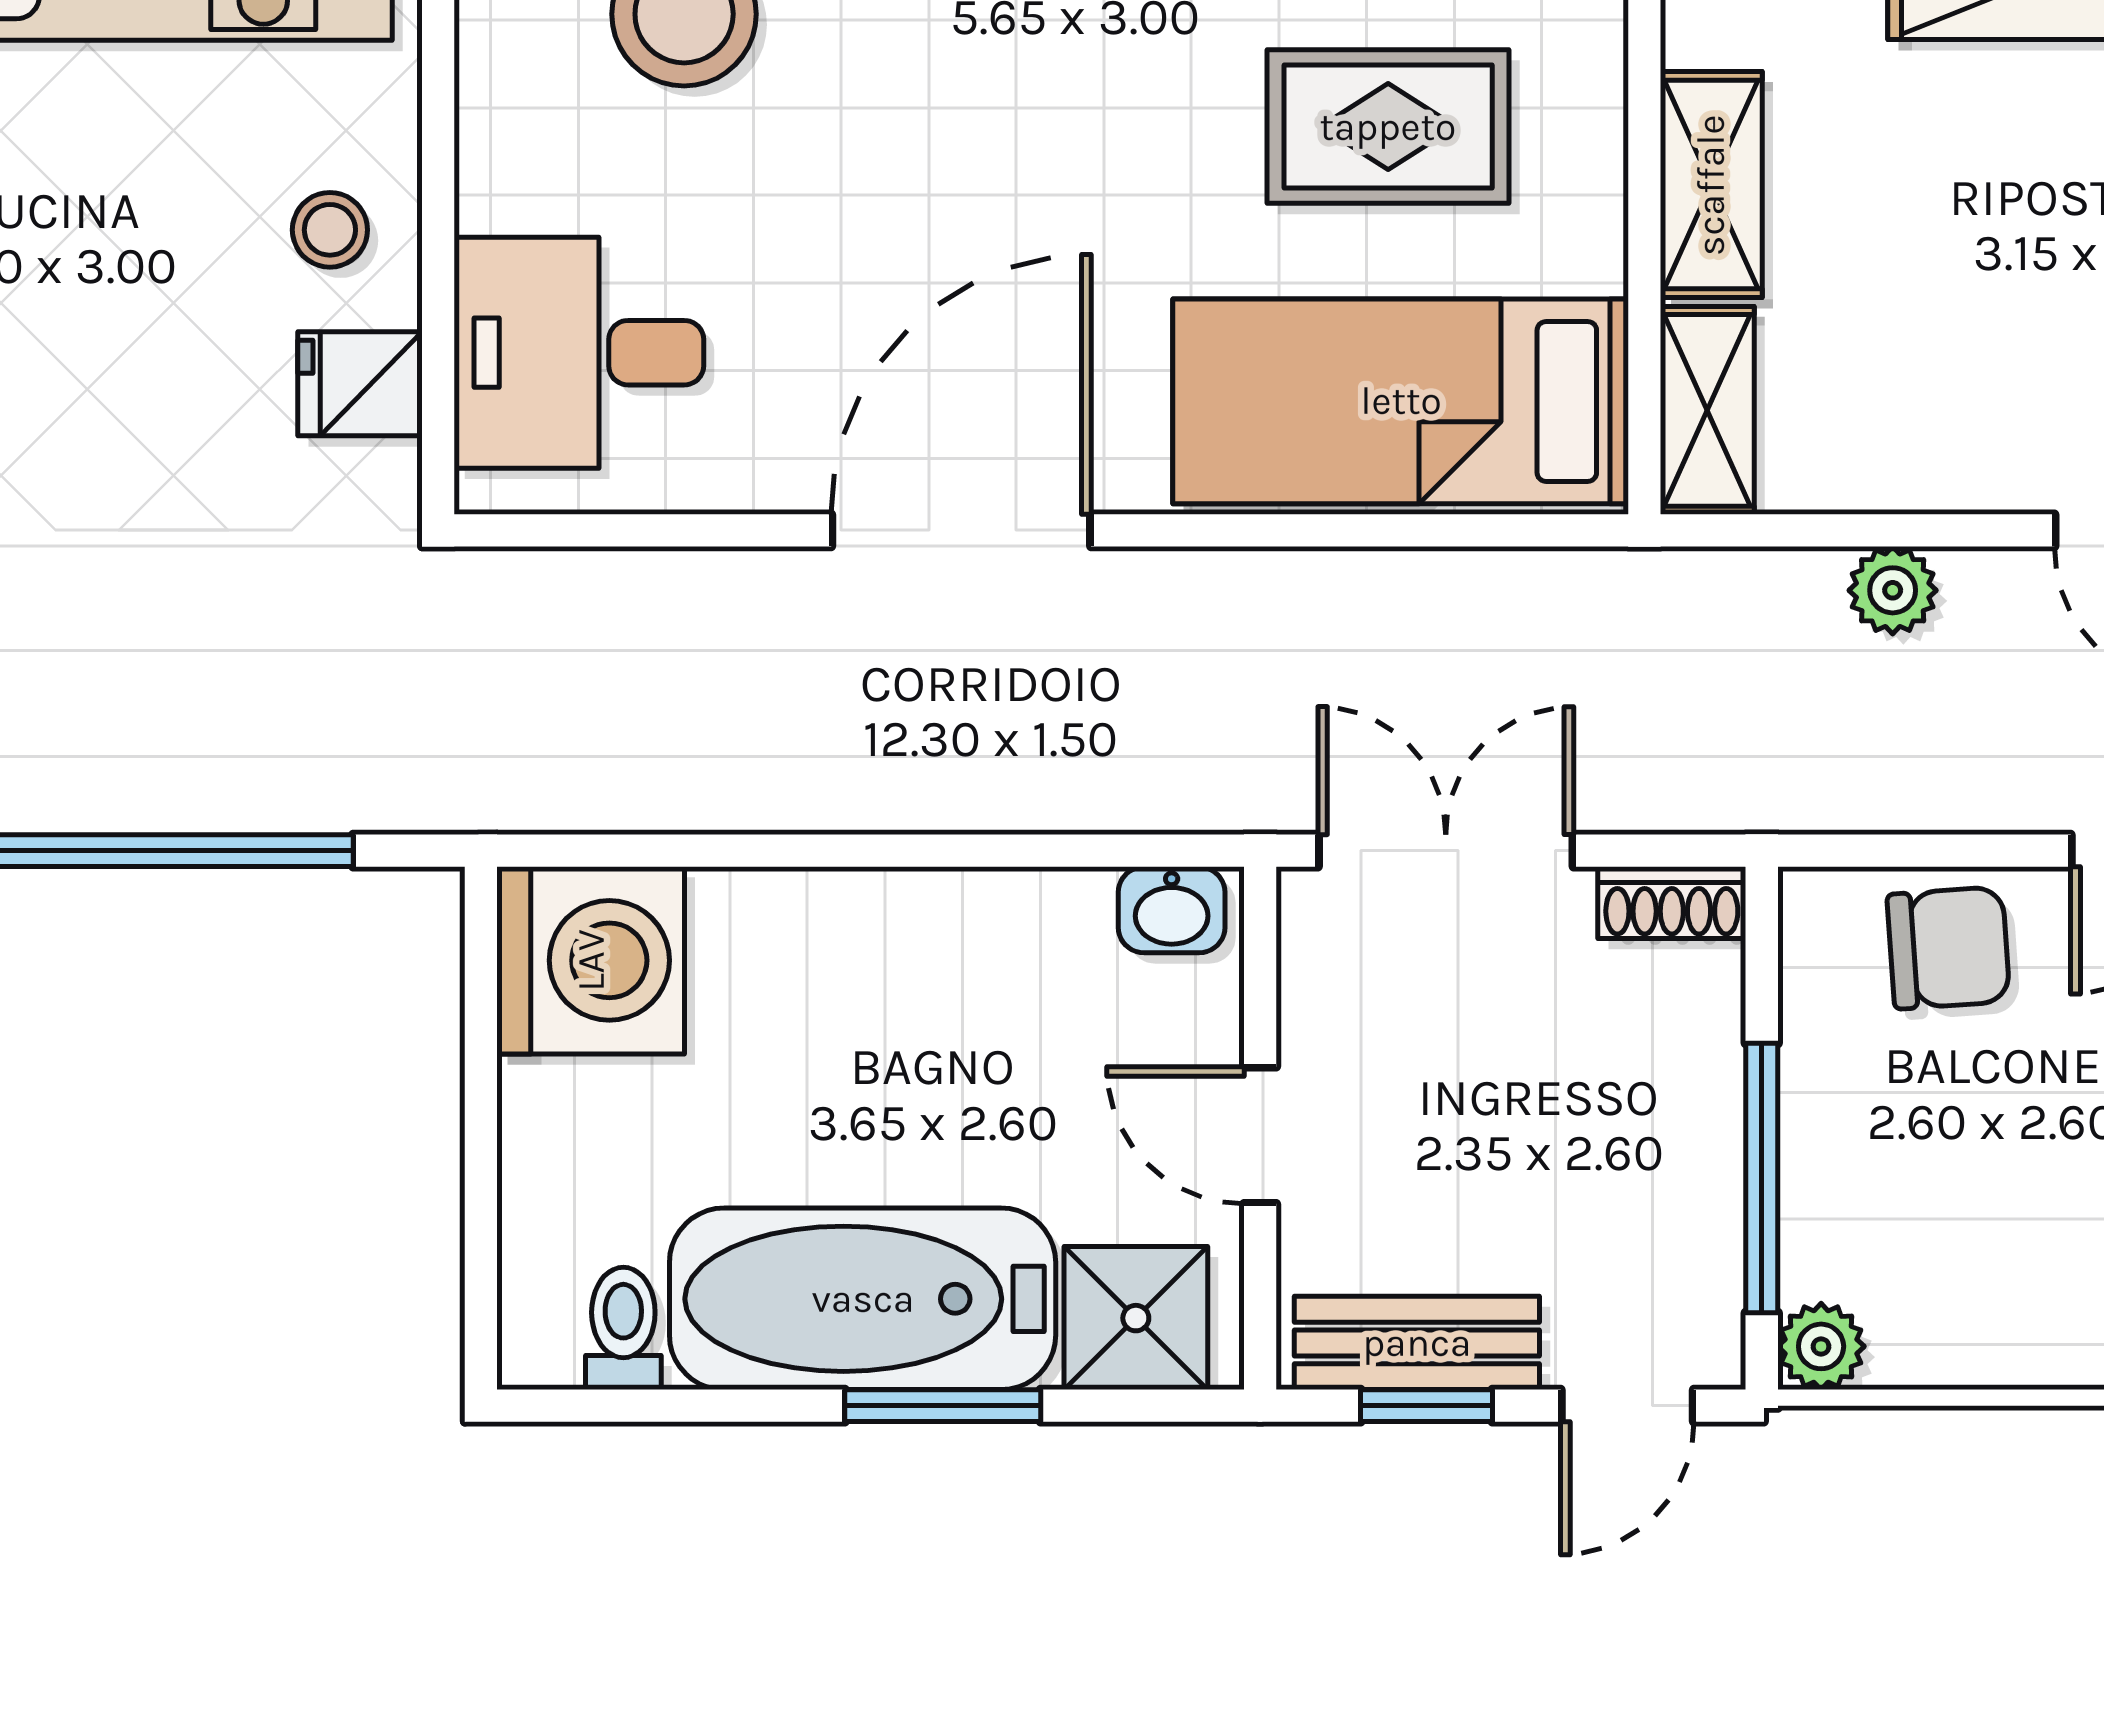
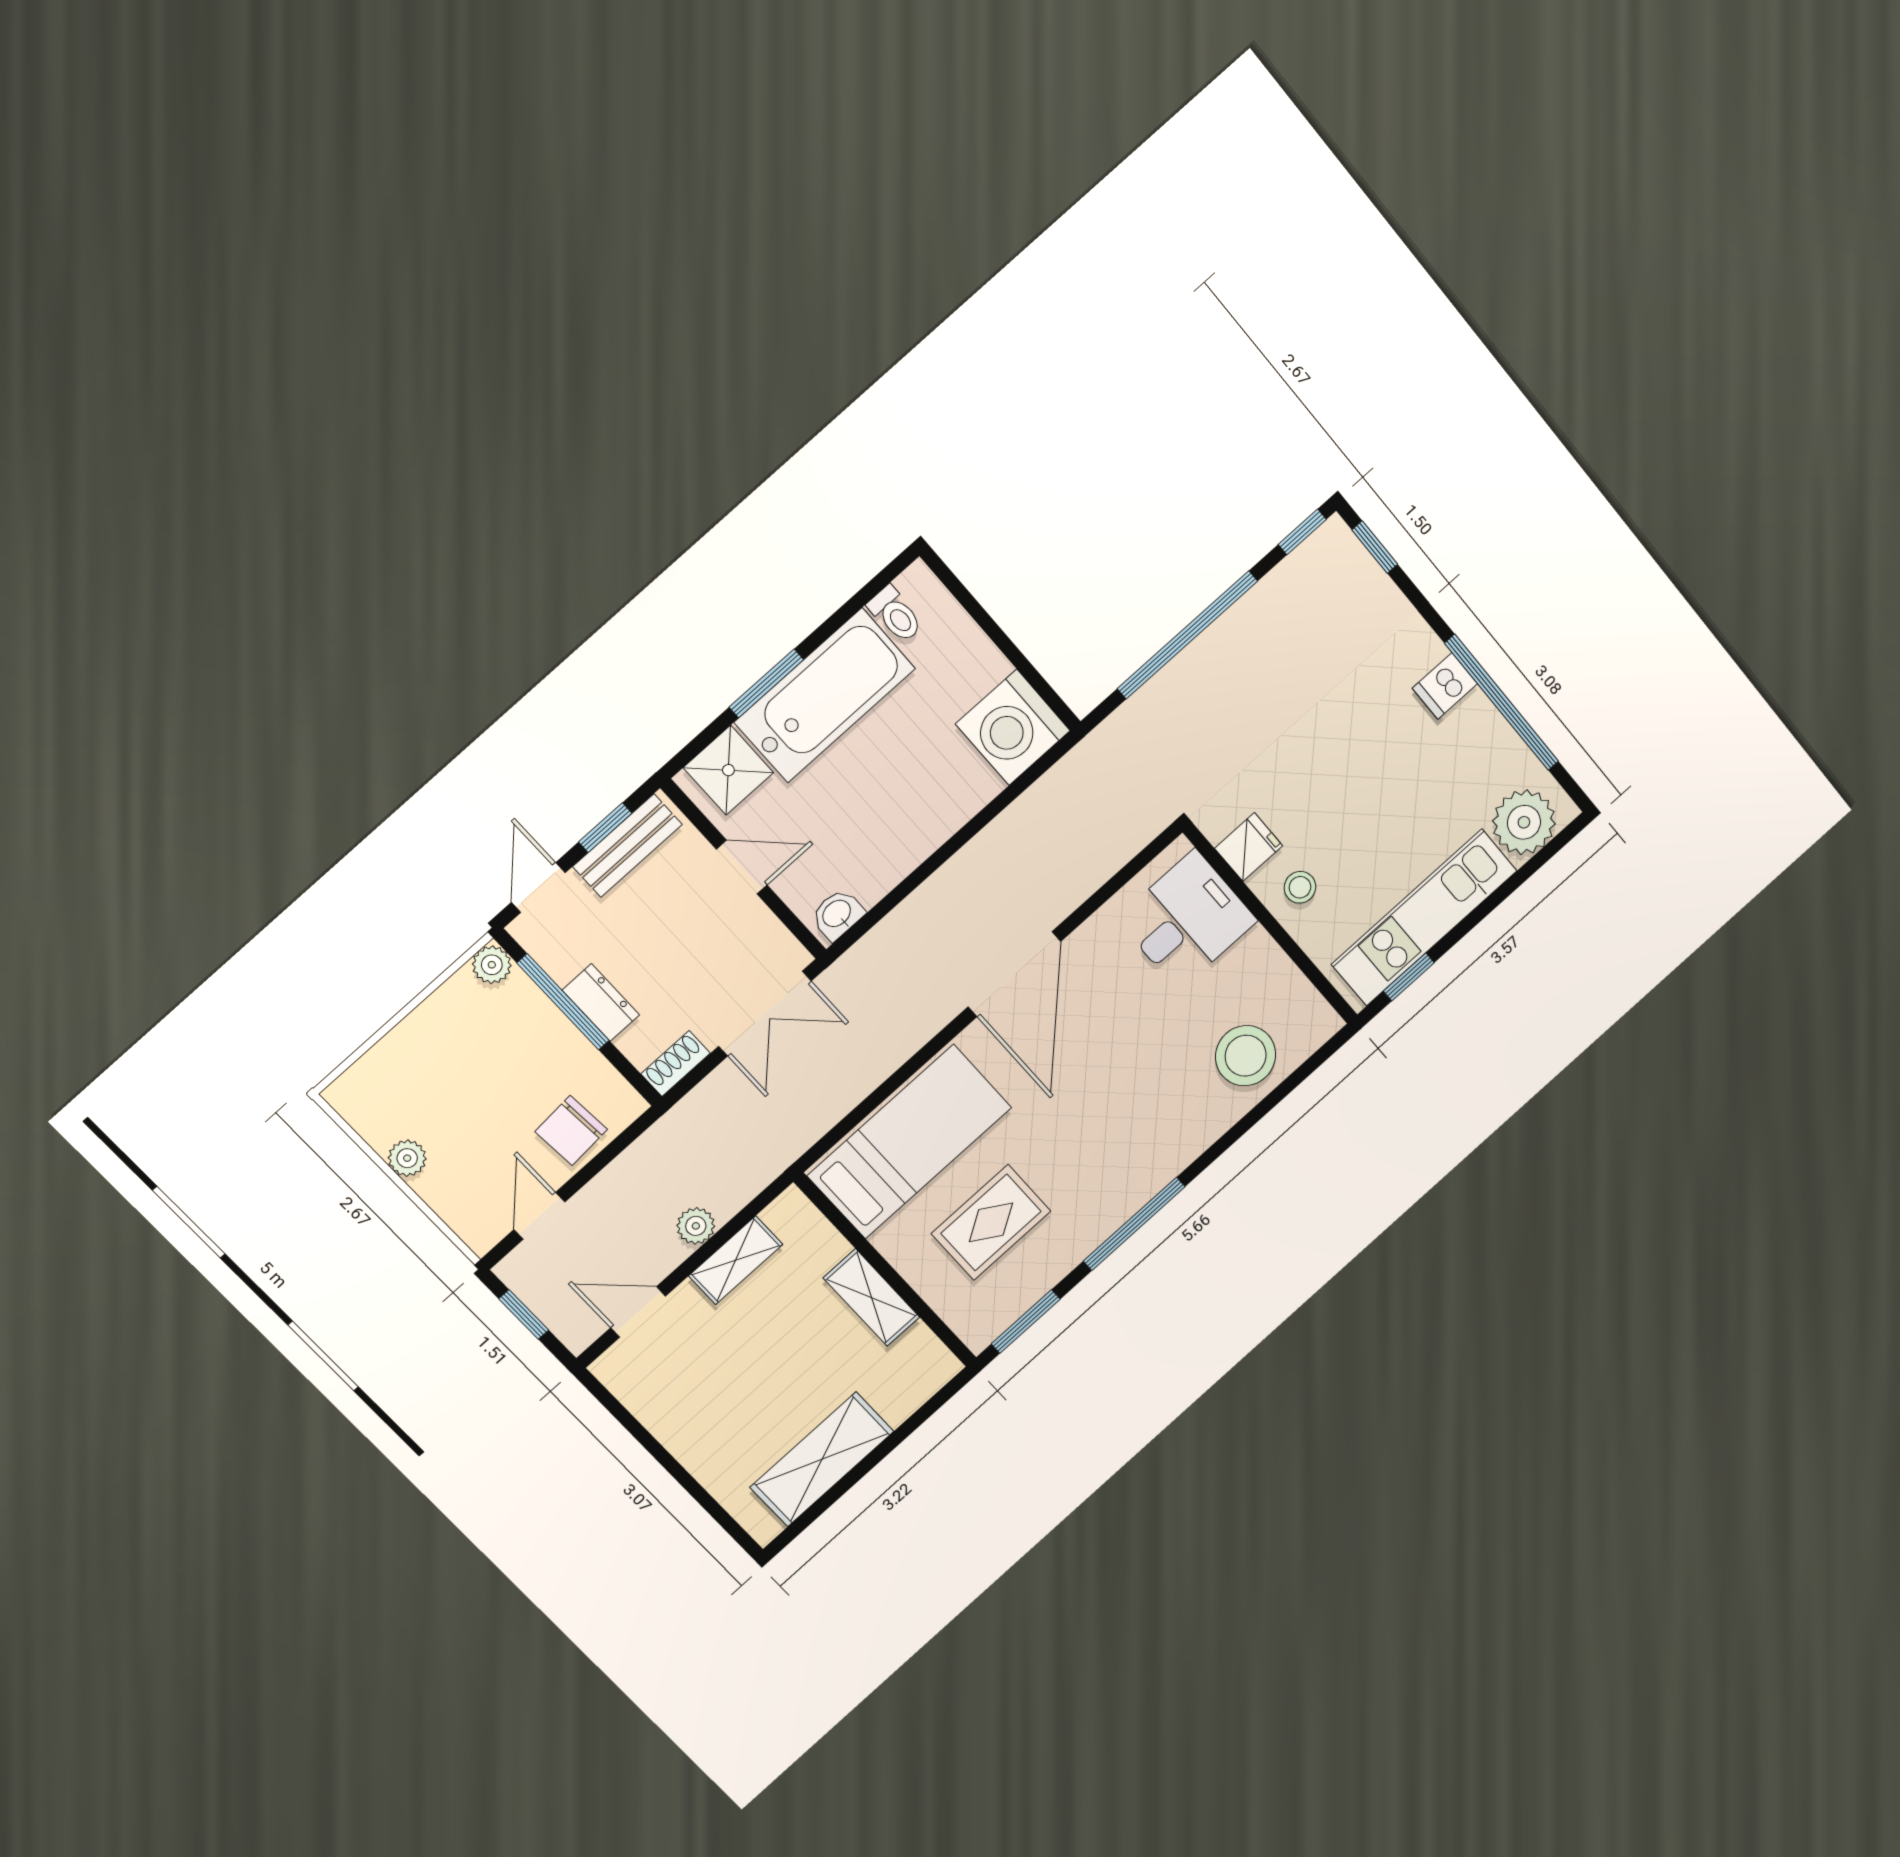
shelving: (1707, 410) -> (736, 1260), moved, turned 90
dresser: (1701, 1120) -> (601, 1002), added

